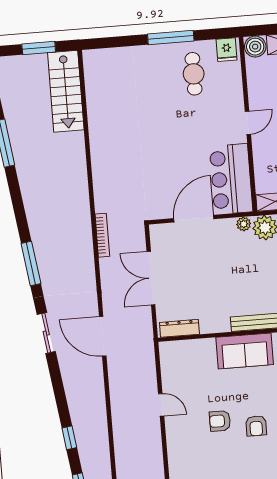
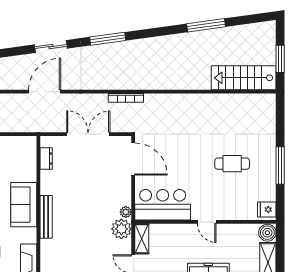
cafe table: (194, 74) -> (232, 164), moved
door: (194, 219) -> (133, 159), moved
dresser: (179, 328) -> (46, 159), width x0.70

